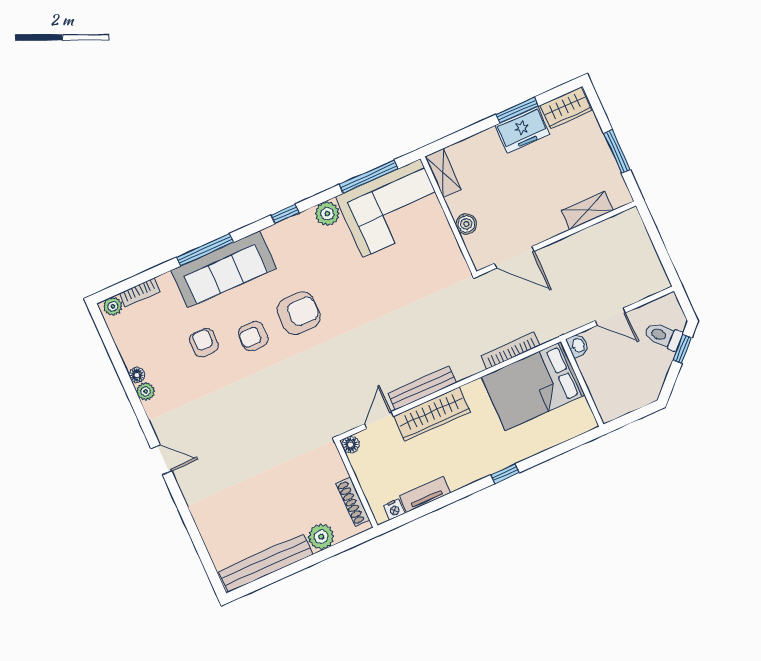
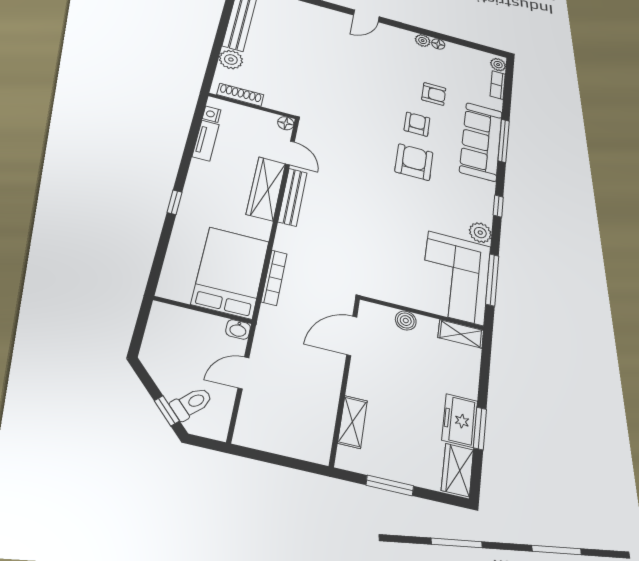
armchair: (299, 313) -> (414, 162), turned 180

